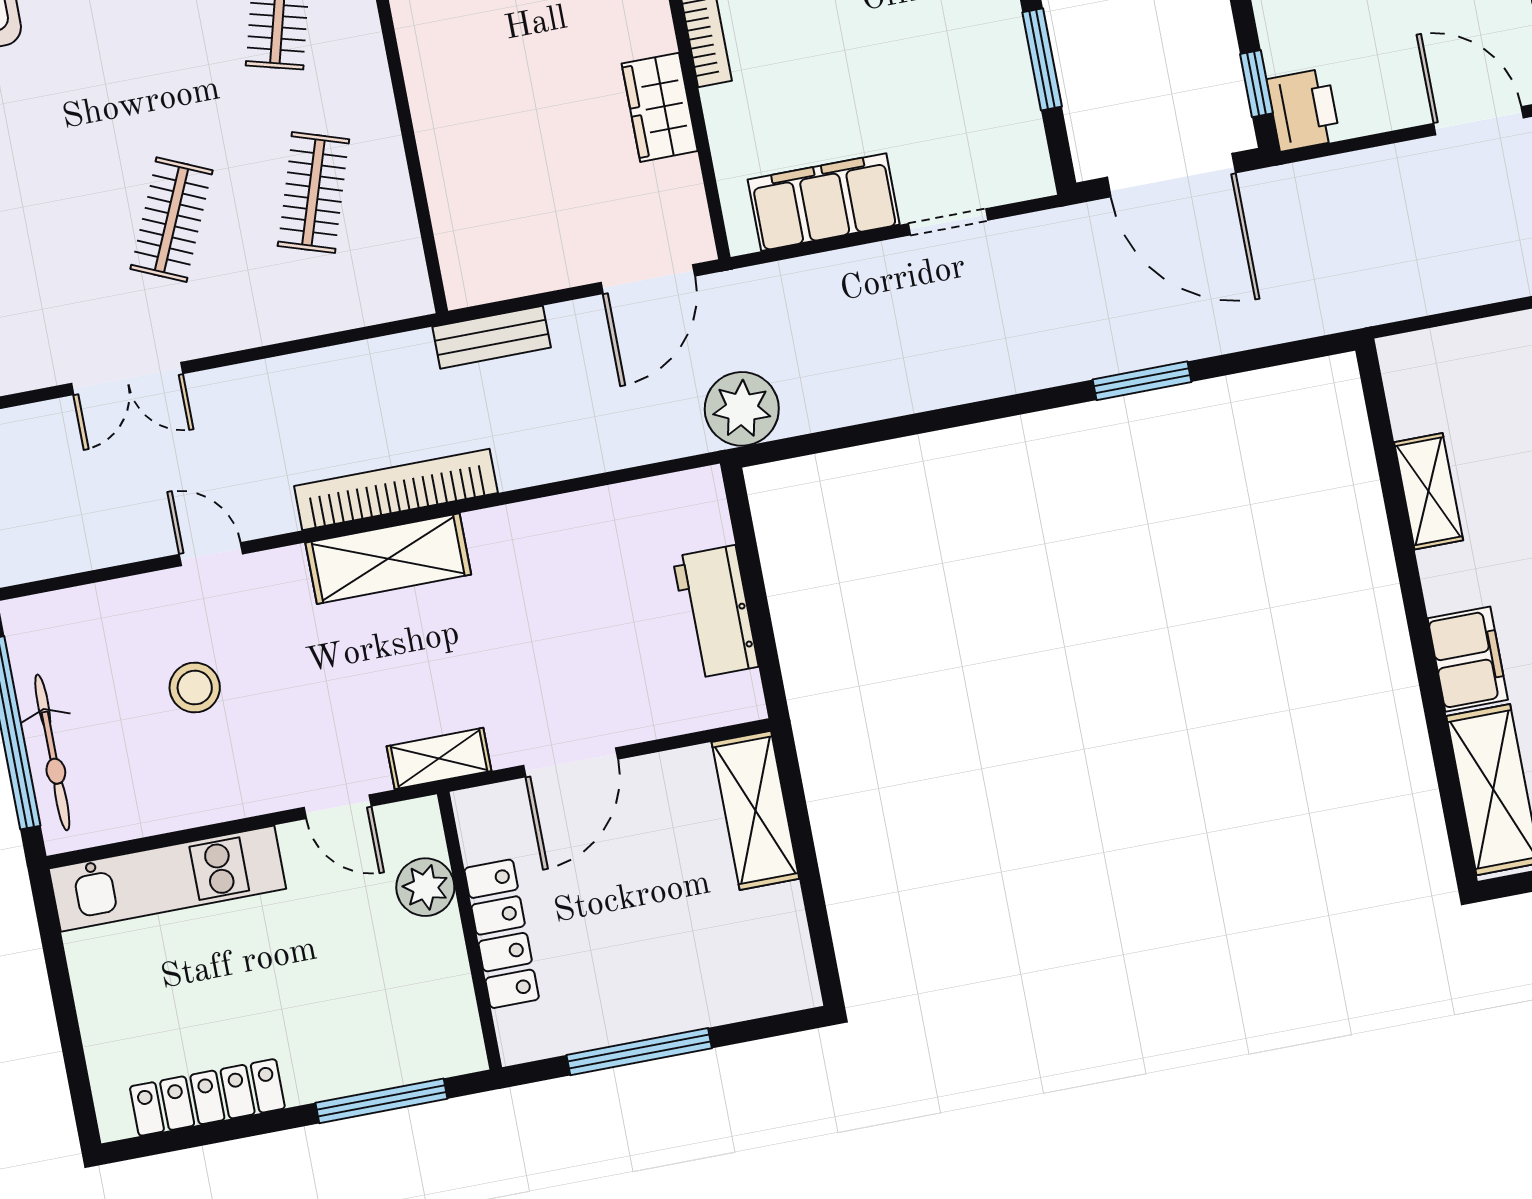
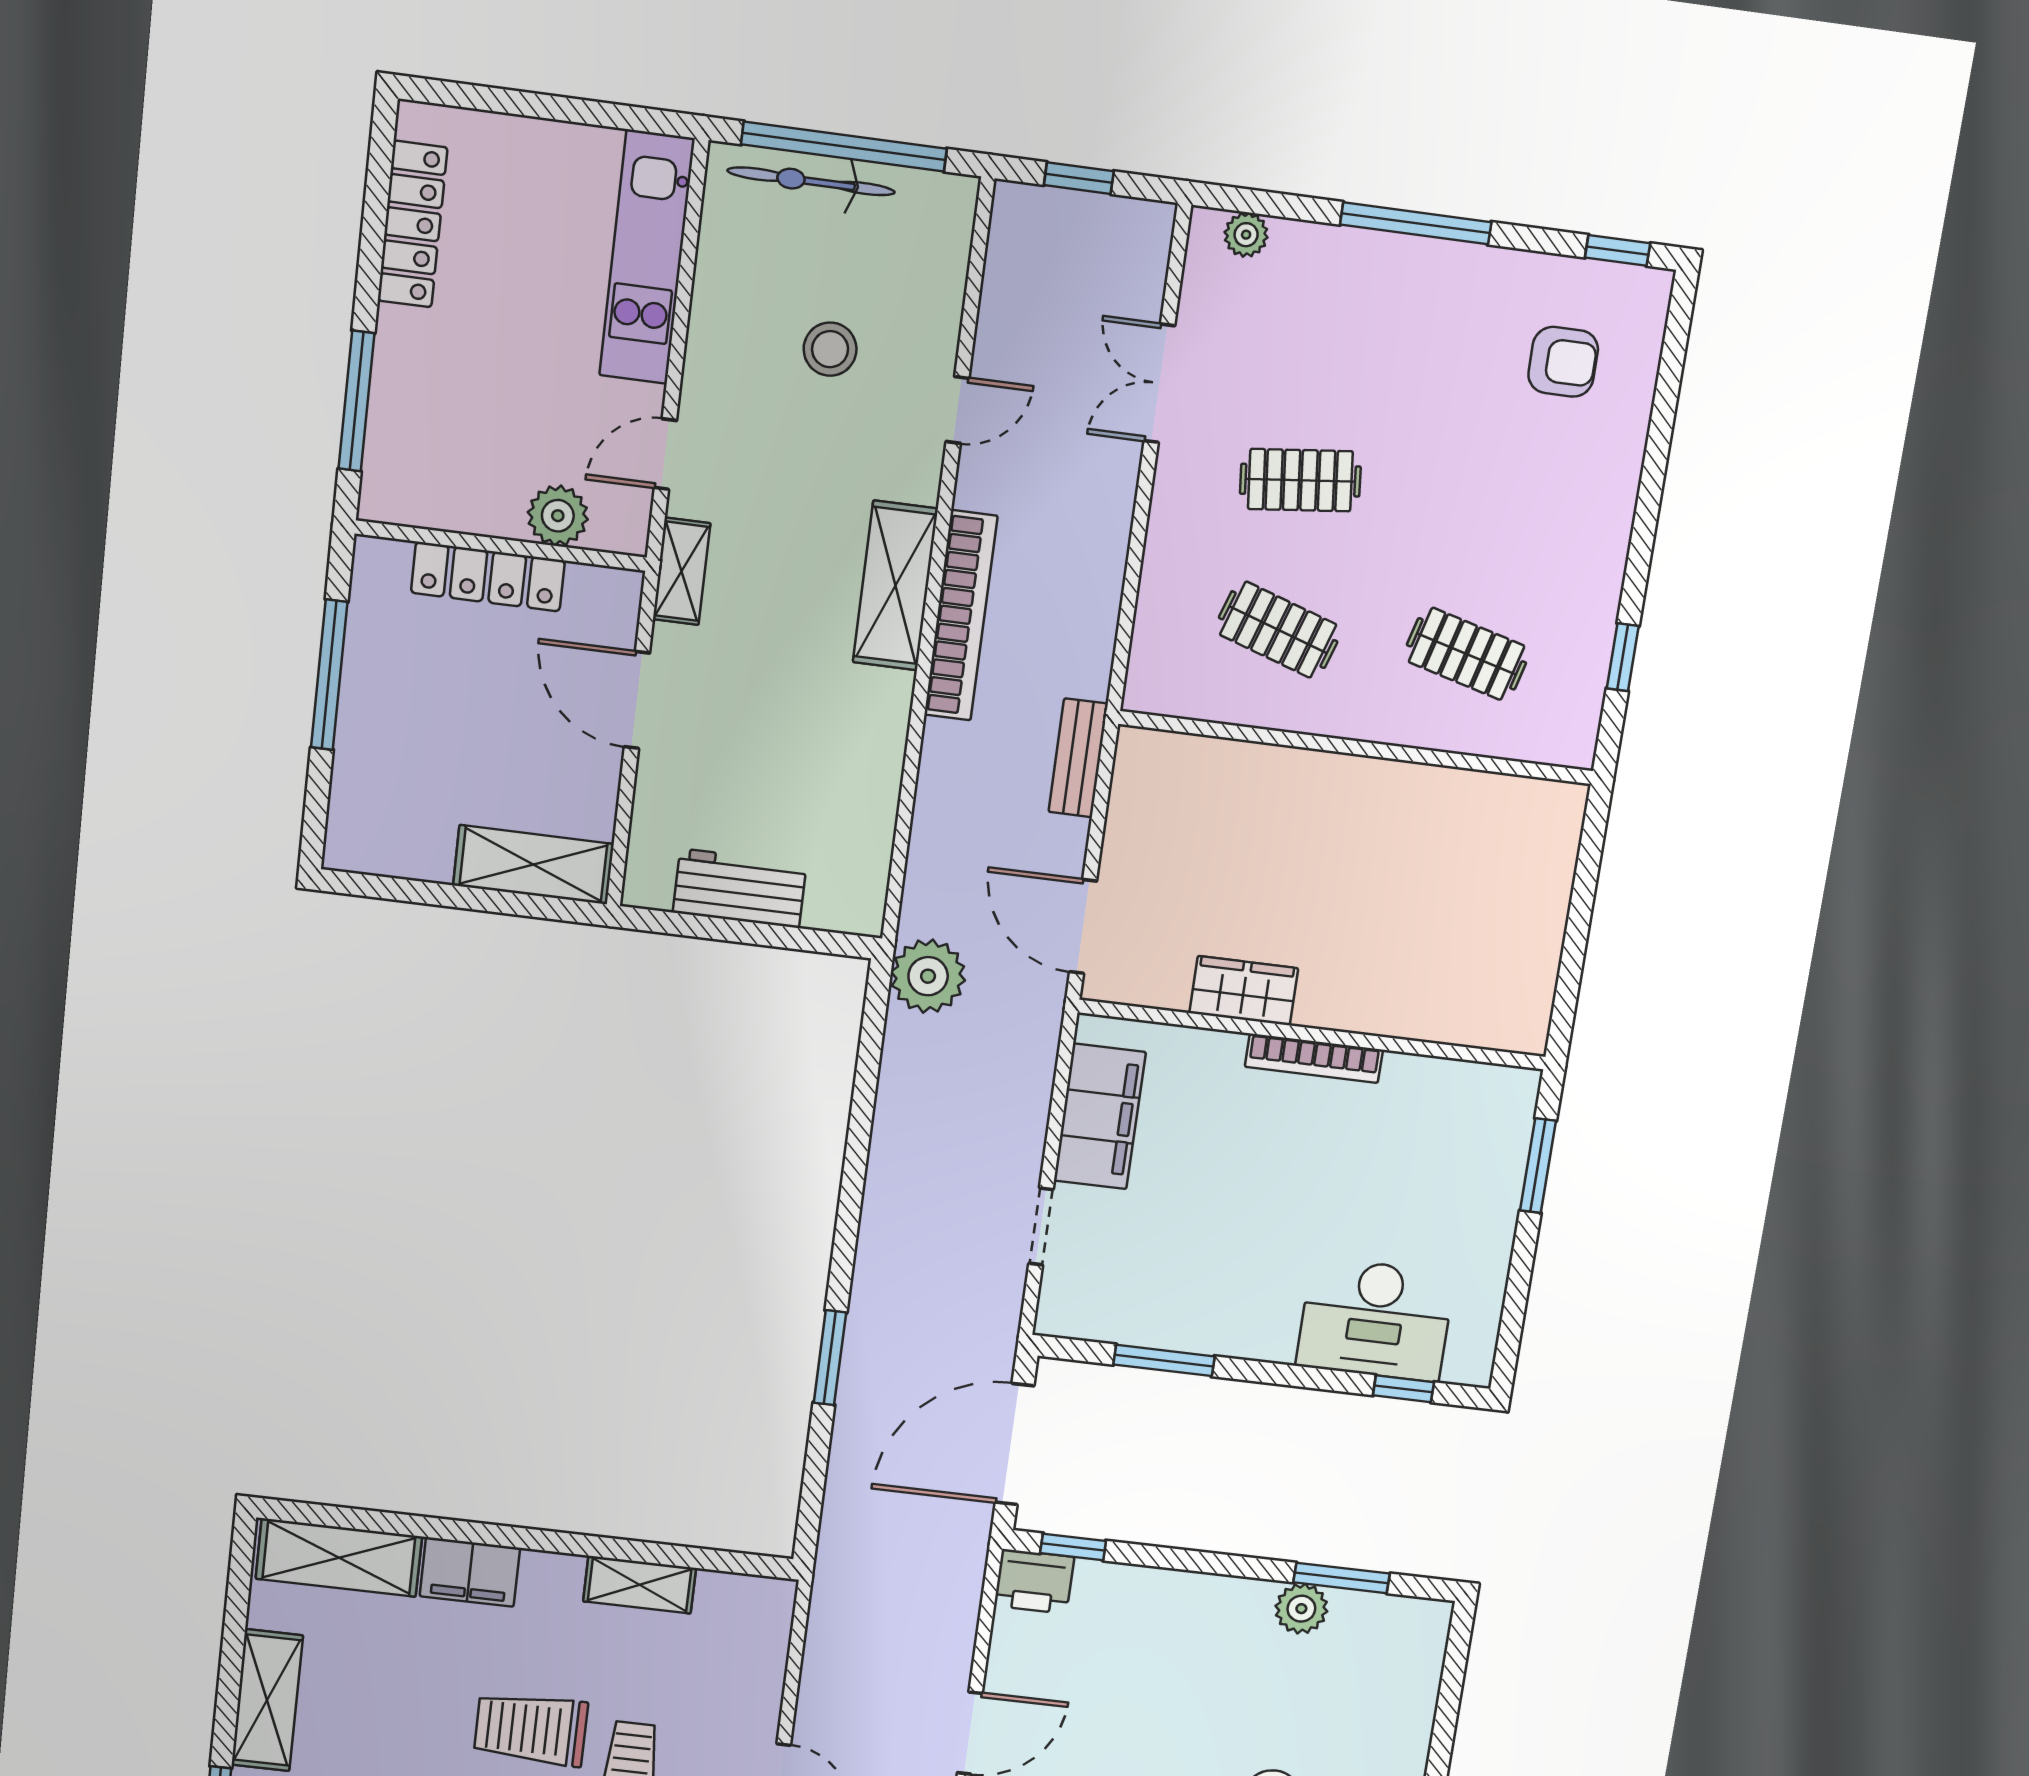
clothes rail: (171, 220) -> (1300, 480), turned -30

